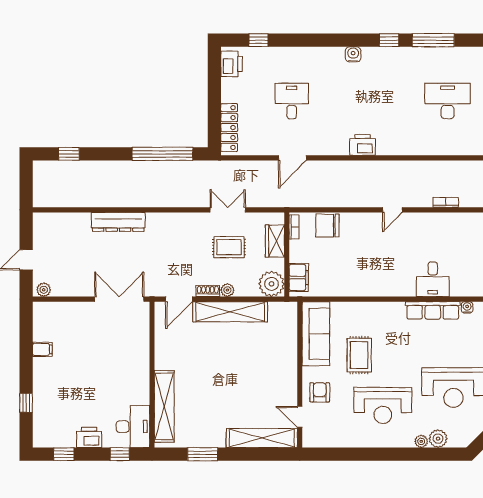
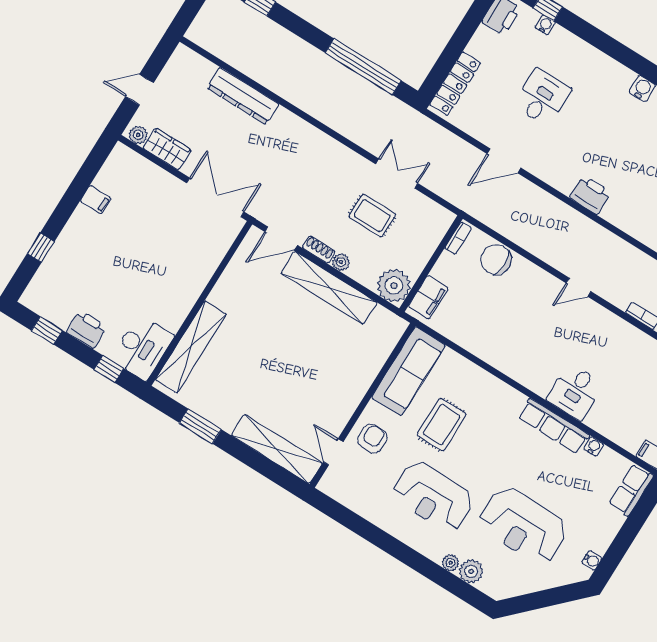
water cooler: (264, 53) -> (545, 25), added
dresser: (118, 222) -> (243, 96), moved
wardrobe: (275, 241) -> (167, 149), moved, turned 90

